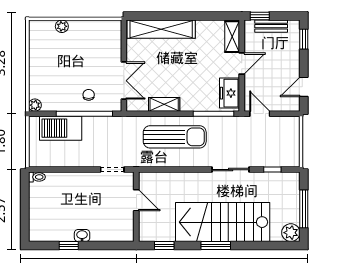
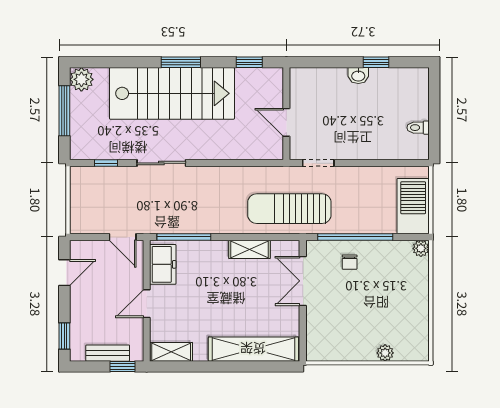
shelving: (232, 37) -> (171, 352), moved, turned 90
barbecue: (61, 128) -> (413, 206), moved, turned -90
sun lounger: (175, 137) -> (289, 209), moved
toilet: (37, 177) -> (418, 128), moved

